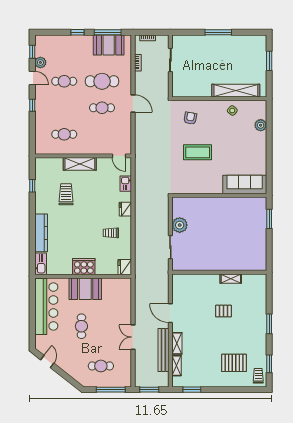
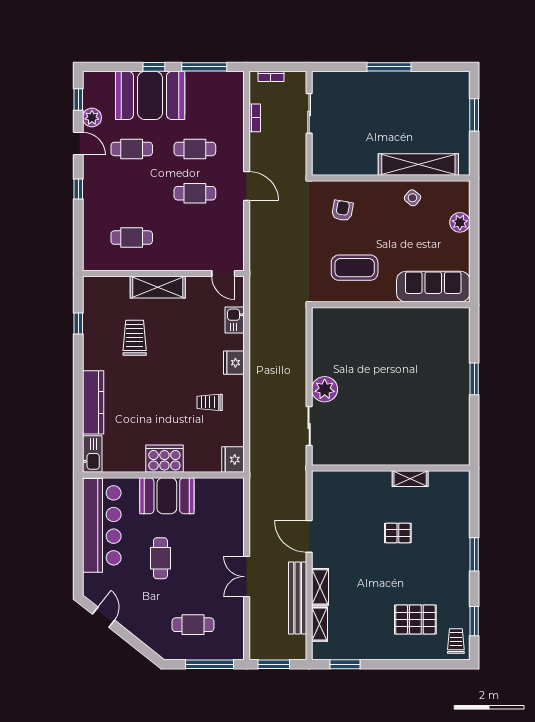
booth: (109, 45) -> (150, 95), moved, width x1.36, depth x1.42
cafe table: (102, 81) -> (195, 149), width x0.73, depth x0.74
sofa: (245, 184) -> (433, 287), moved
wall: (219, 195) -> (391, 305), moved

